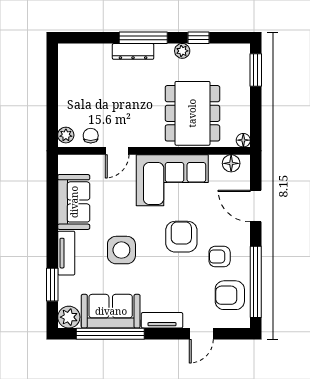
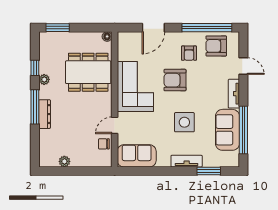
plant: (66, 135) -> (64, 161), moved
door: (117, 151) -> (115, 125), swing flipped
floor lamp: (231, 163) -> (123, 45), removed
sofa: (74, 202) -> (137, 156), moved
armchair: (230, 295) -> (216, 46), turned 90
plant: (69, 317) -> (232, 159), removed

